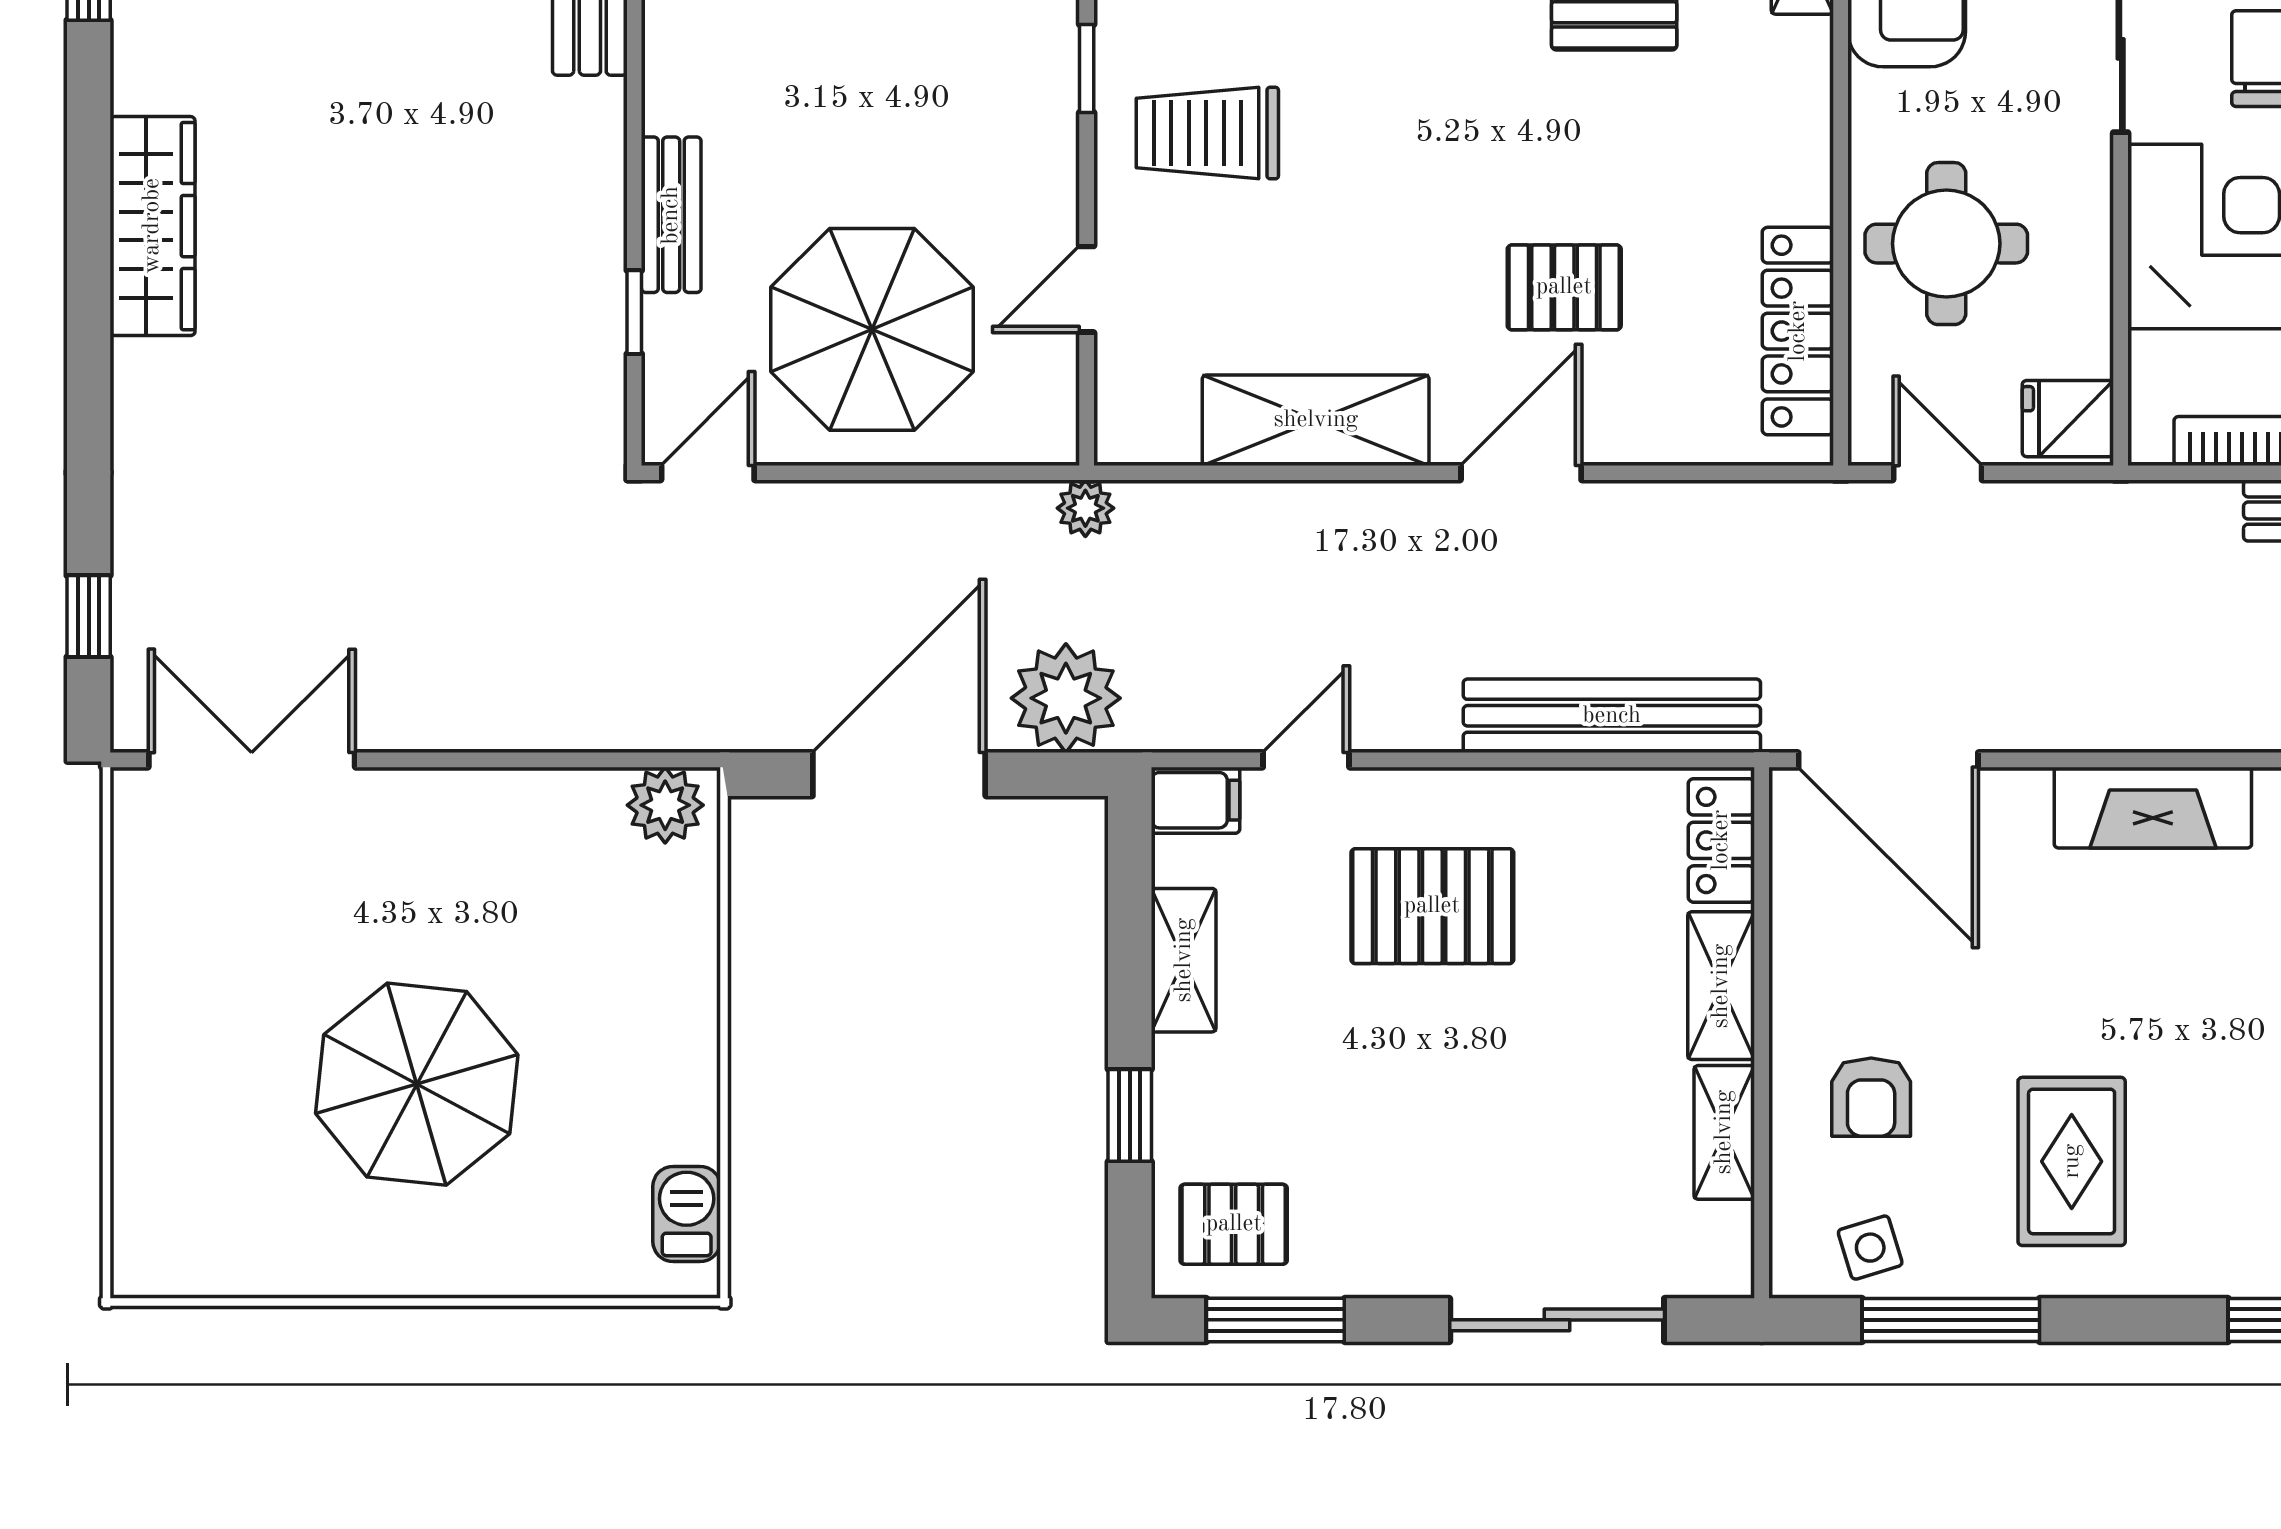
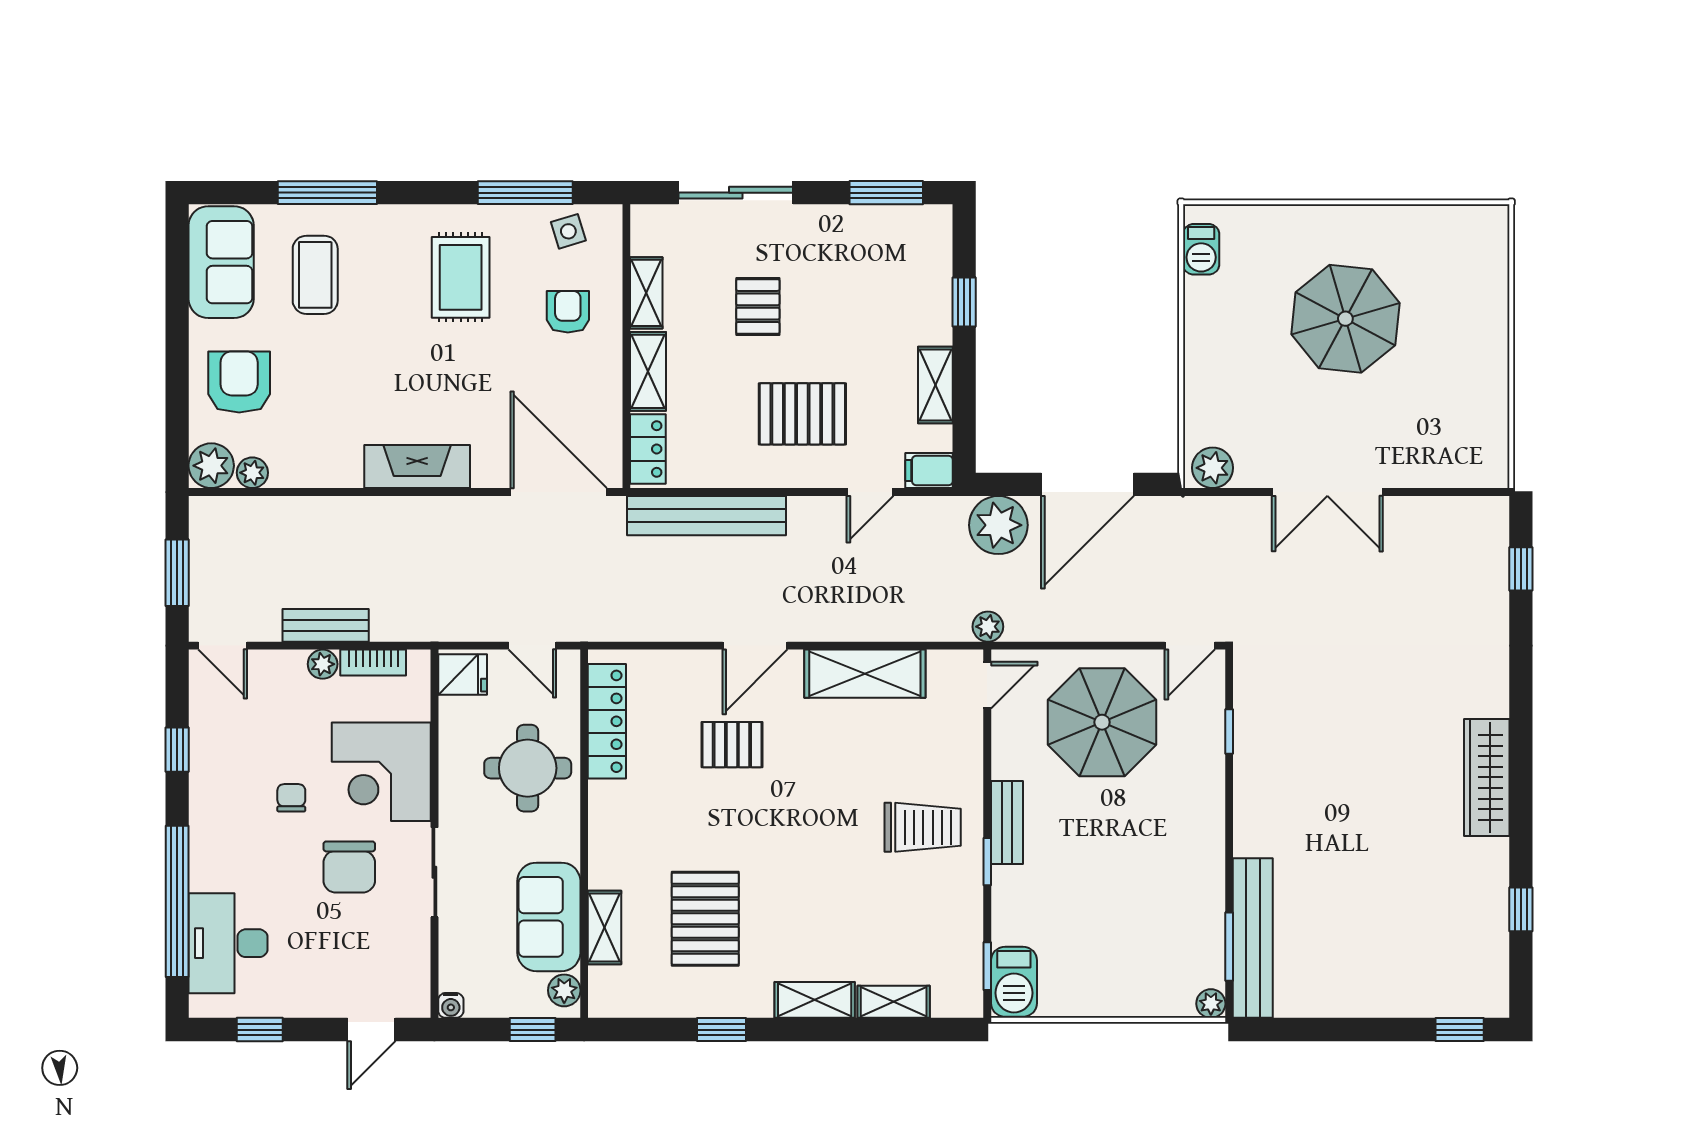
bench: (671, 215) -> (1007, 823), moved
door: (1087, 289) -> (987, 685), moved
double door: (252, 760) -> (1327, 492), moved
pallet: (1234, 1224) -> (758, 306), moved, turned 90

